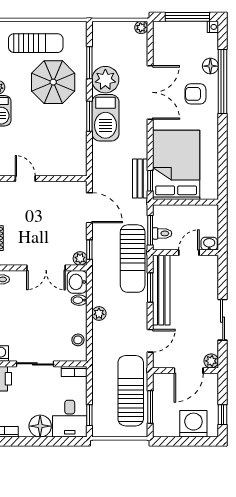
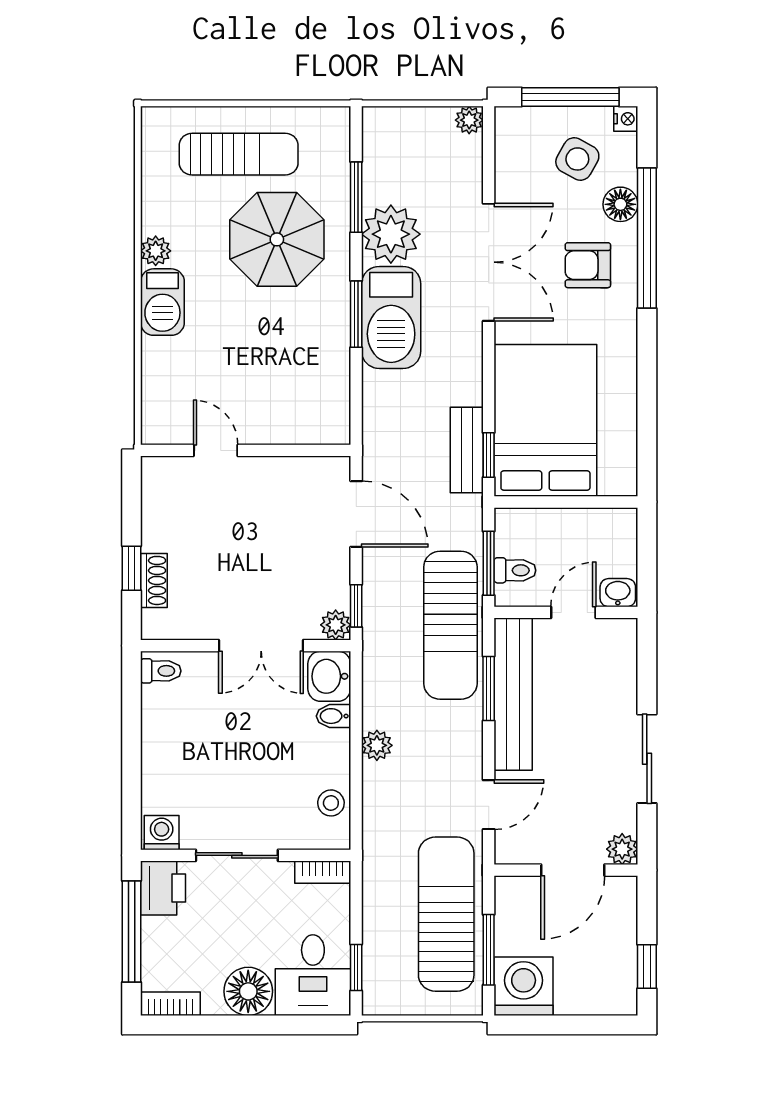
side table: (191, 45) -> (577, 159), added
washing machine: (193, 424) -> (524, 986), moved

